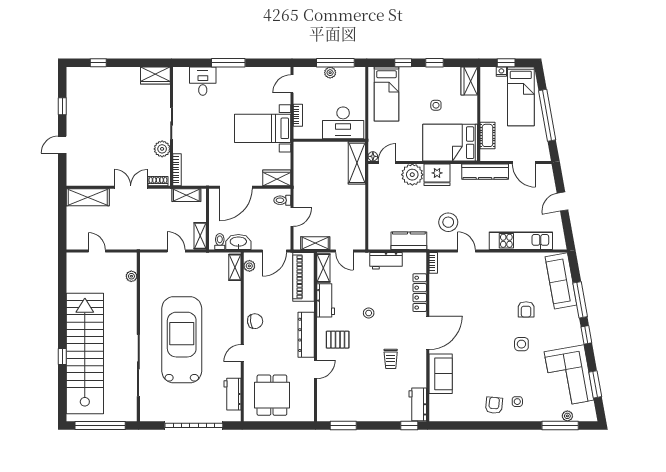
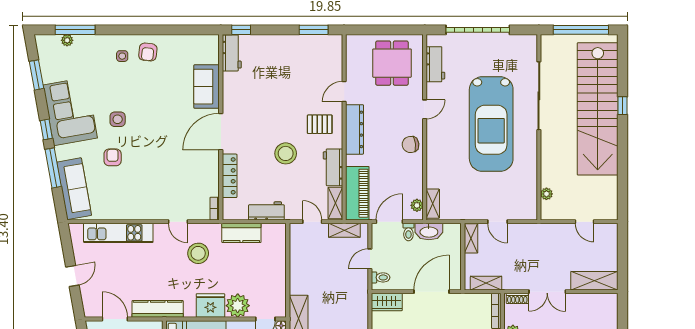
toilet: (220, 242) -> (408, 232), moved
stool: (369, 313) -> (286, 153), width x1.89, depth x1.89
trolley: (391, 359) -> (261, 103), removed
corner sofa: (569, 376) -> (70, 111), moved

